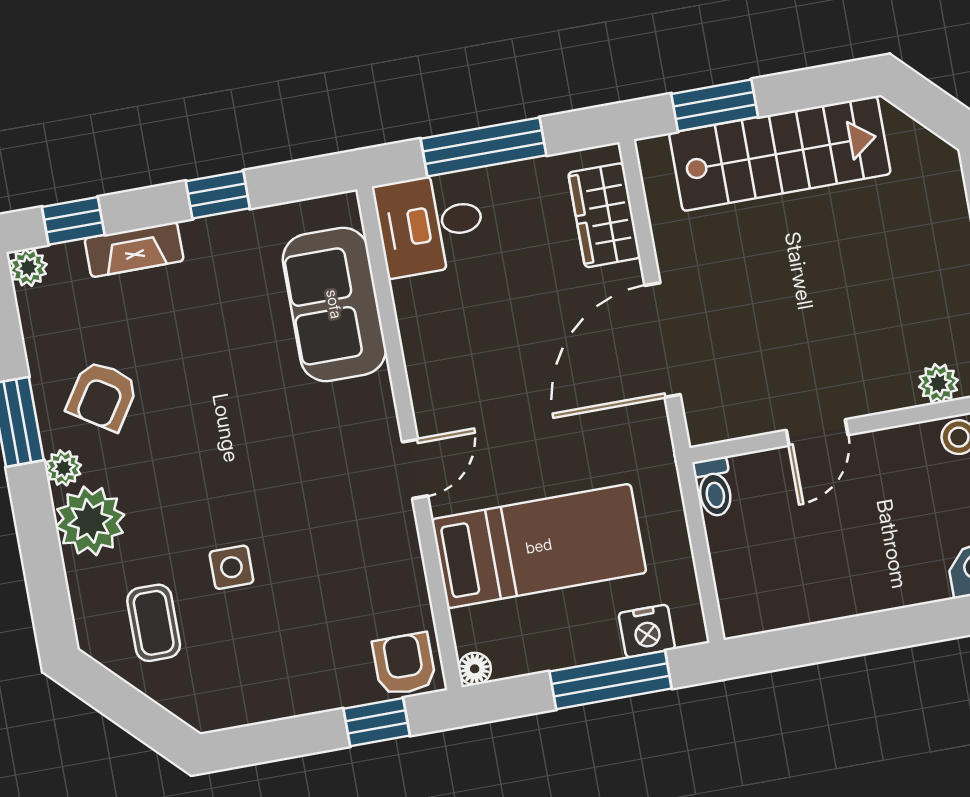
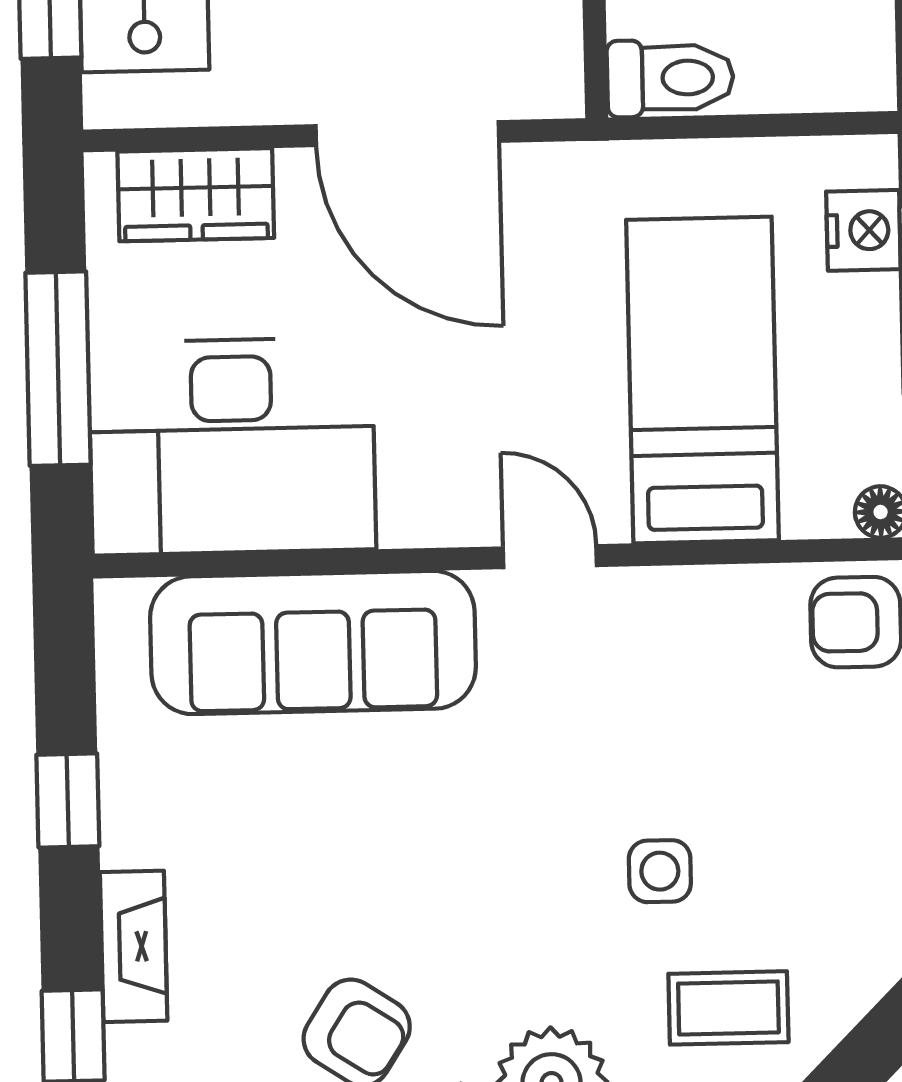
desk: (430, 224) -> (232, 446), width x1.87, depth x1.30
sofa: (334, 304) -> (313, 642), width x1.36
toilet: (714, 487) -> (670, 78), width x1.37, depth x1.39

